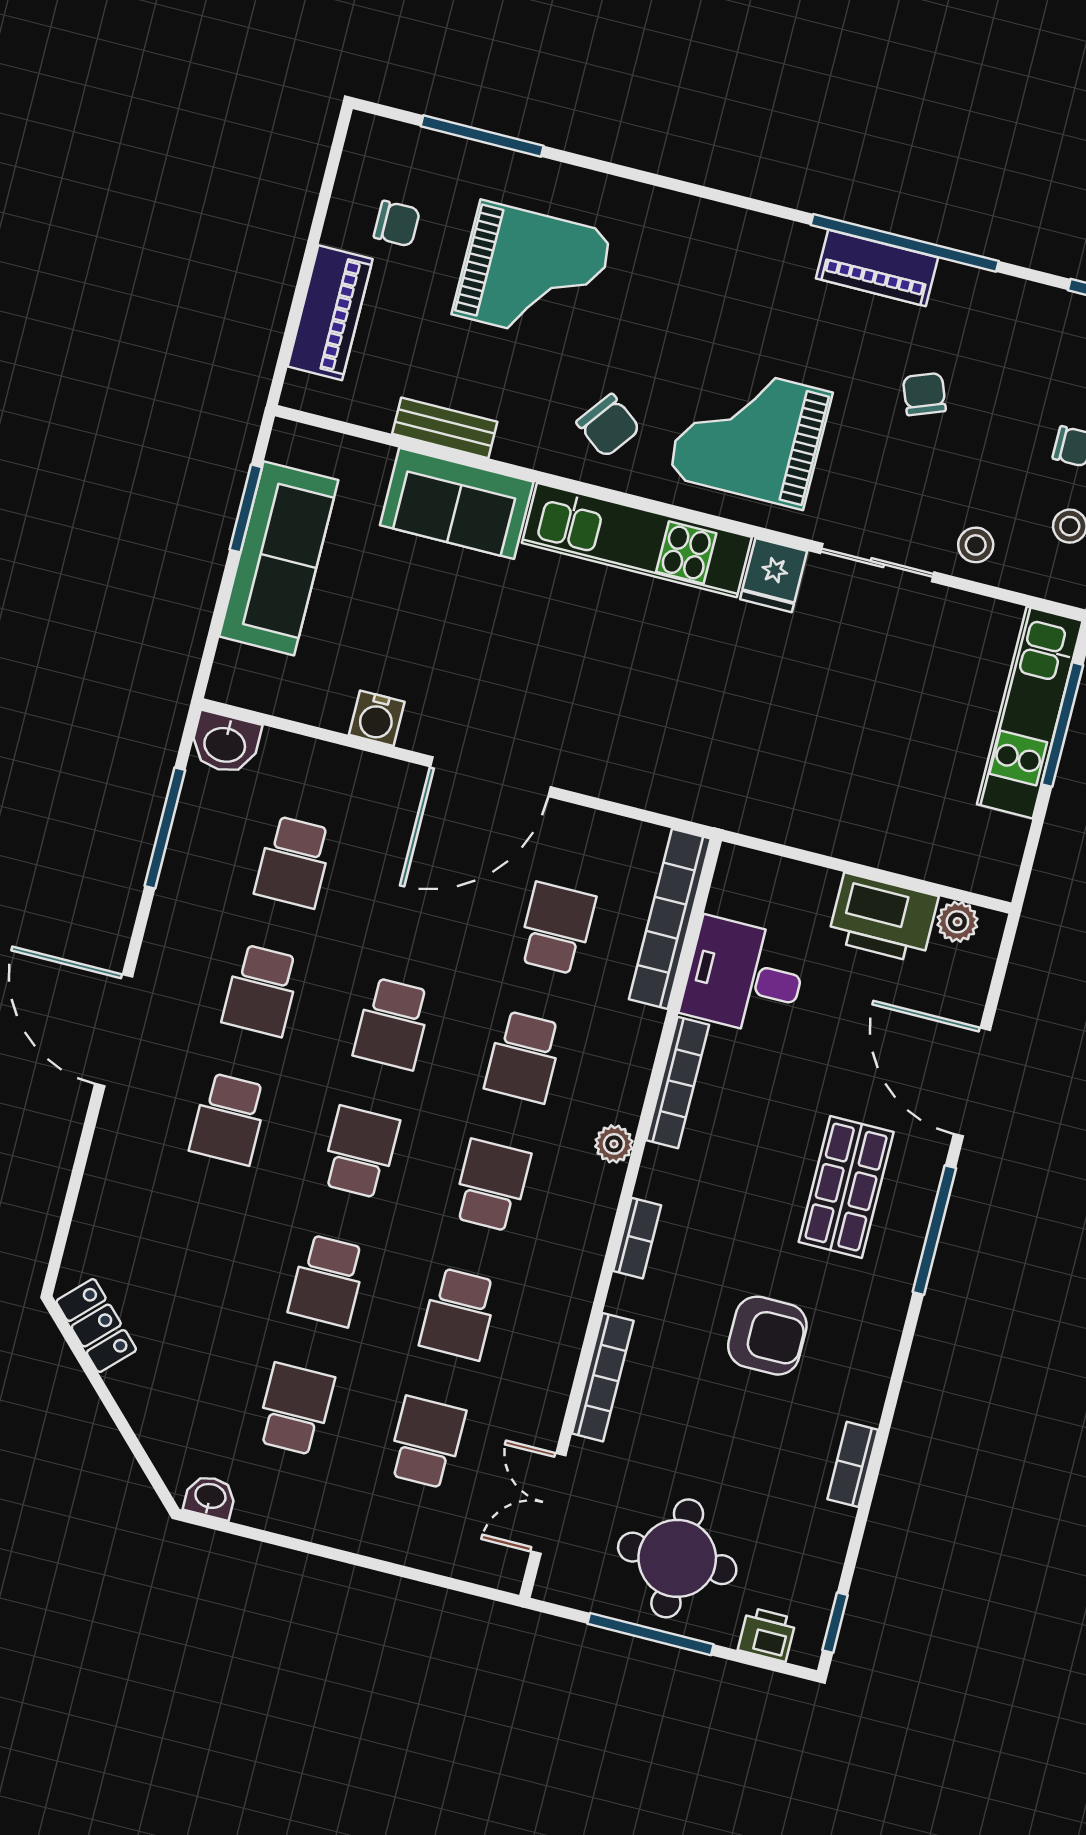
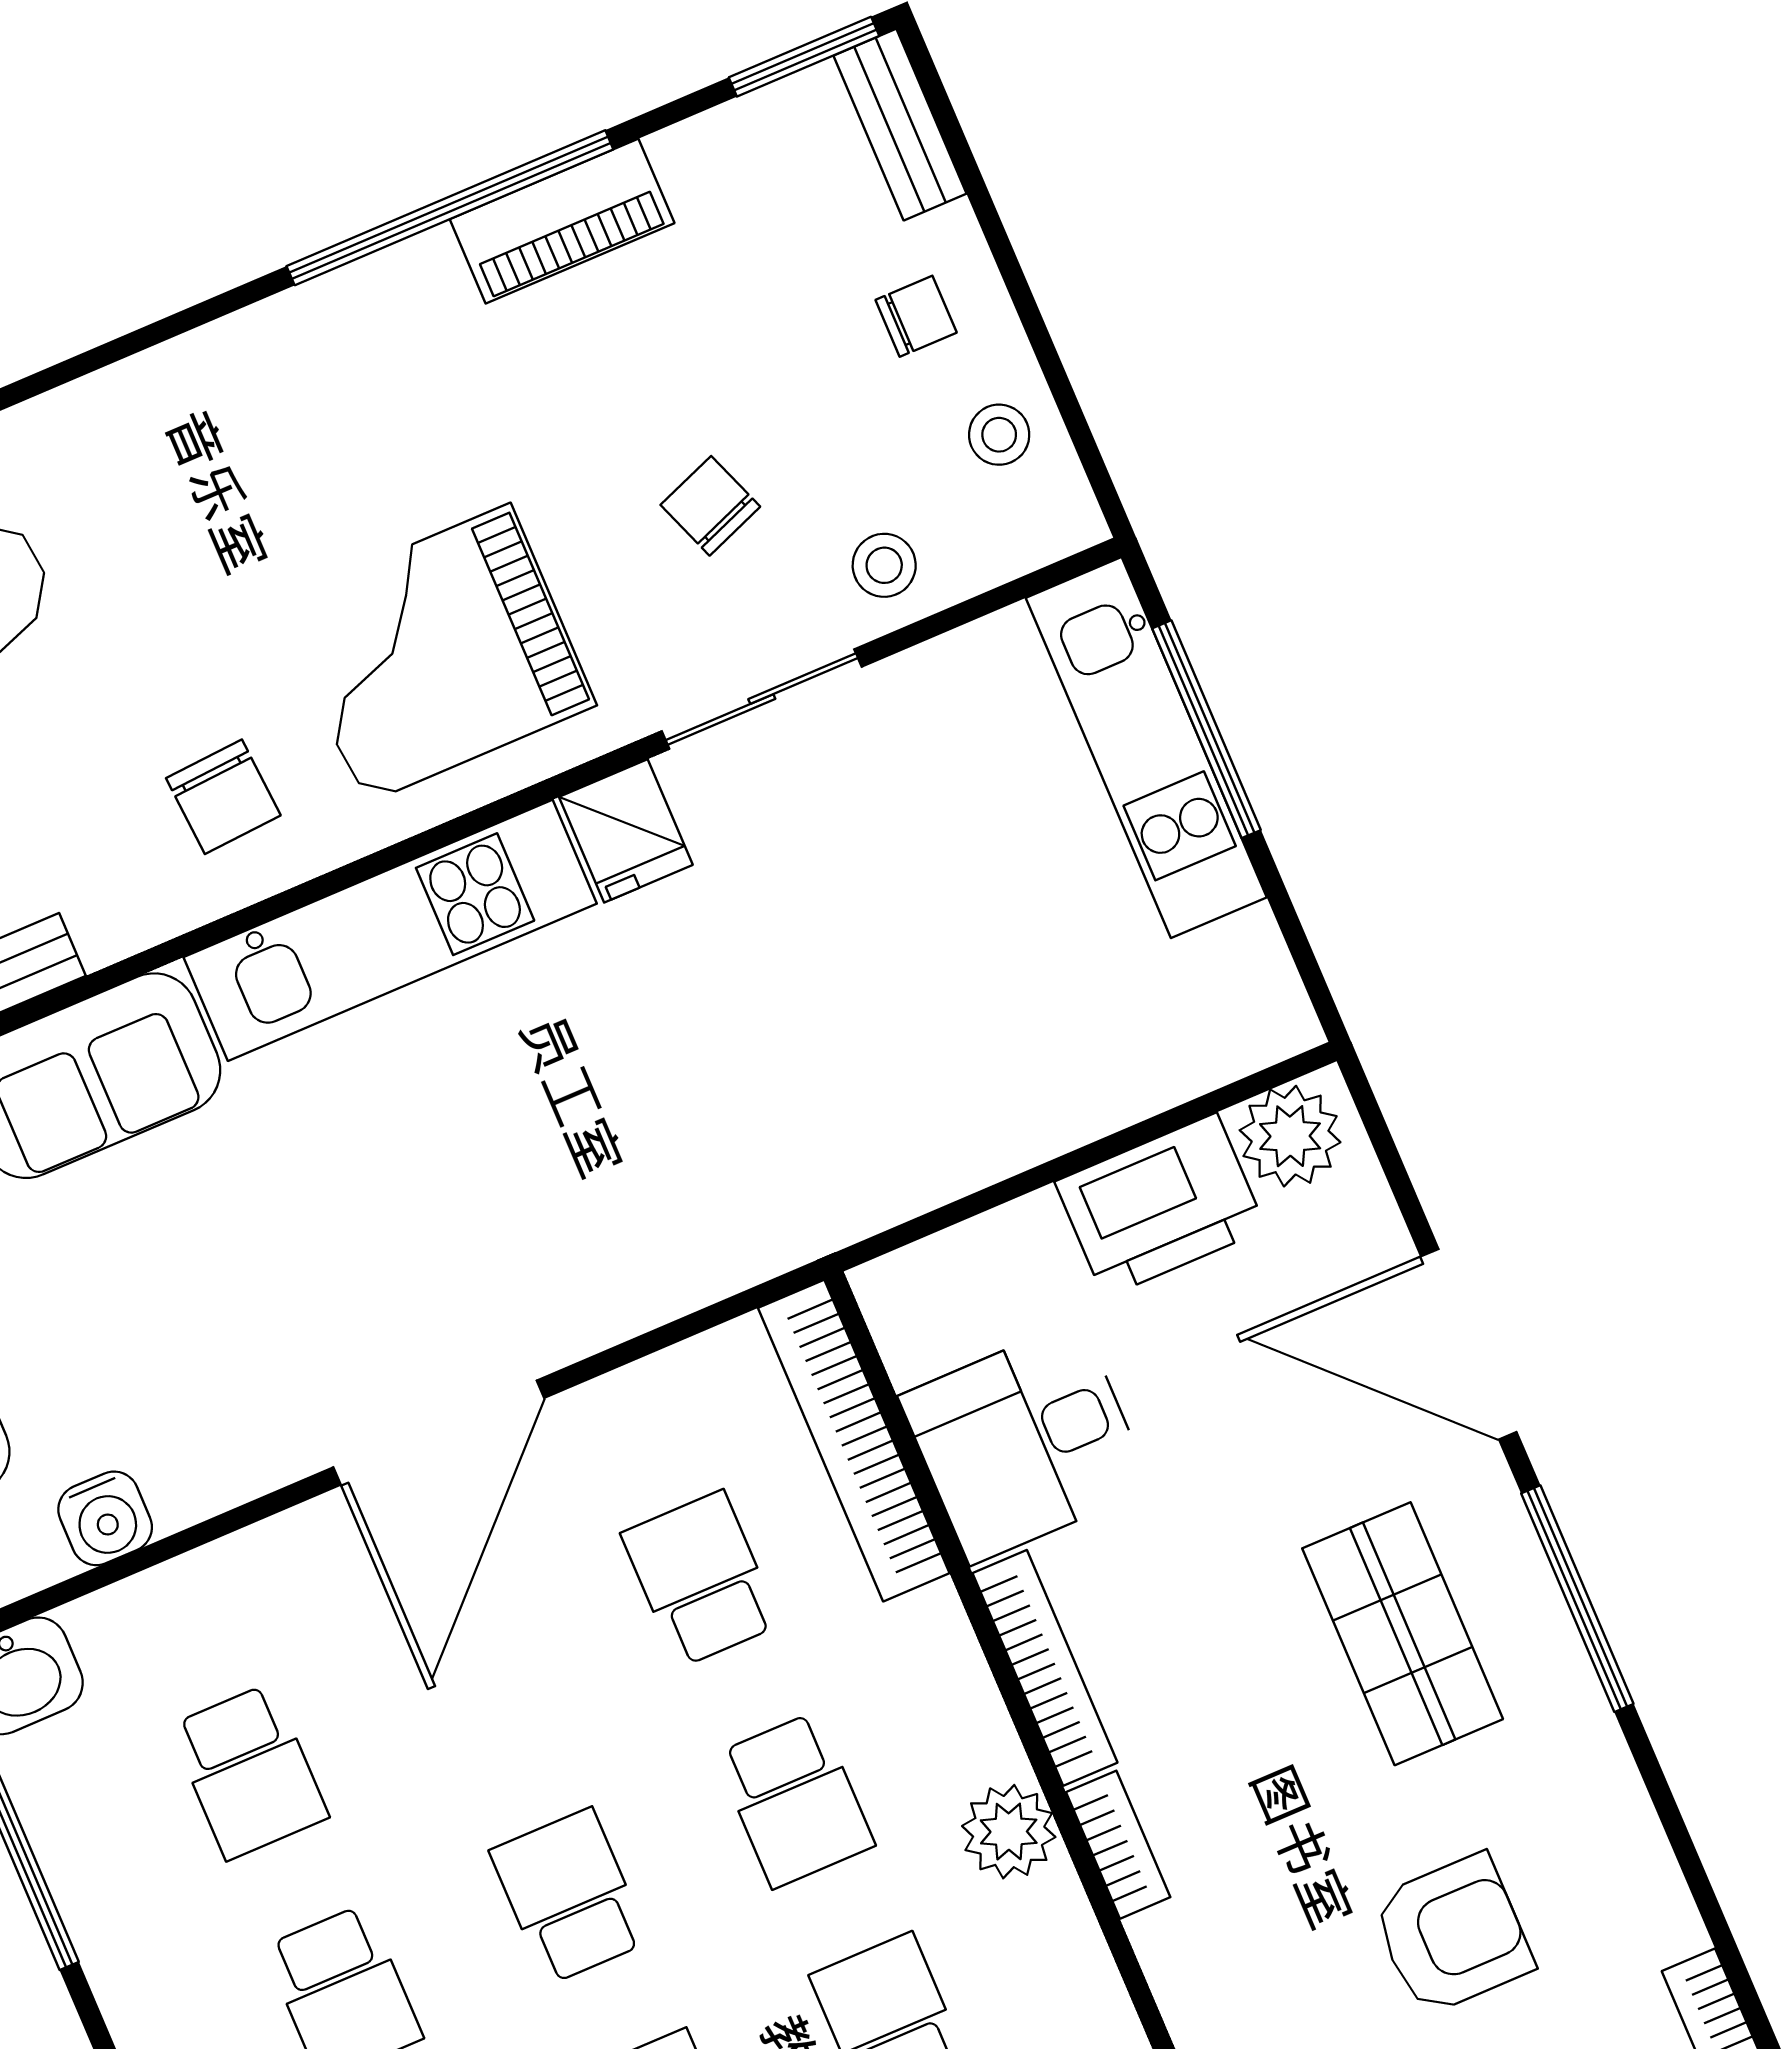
piano: (877, 268) -> (562, 221), moved
chair: (924, 394) -> (710, 506), moved
chair: (608, 426) -> (223, 797), turned 49
water cooler: (377, 718) -> (105, 1518), moved
plant: (957, 922) -> (1290, 1136), width x1.38, depth x1.38
school desk: (393, 1024) -> (569, 1896), turned 180
plant: (614, 1144) -> (1009, 1832), width x1.38, depth x1.38
bookcase: (637, 1238) -> (1118, 1845), moved

